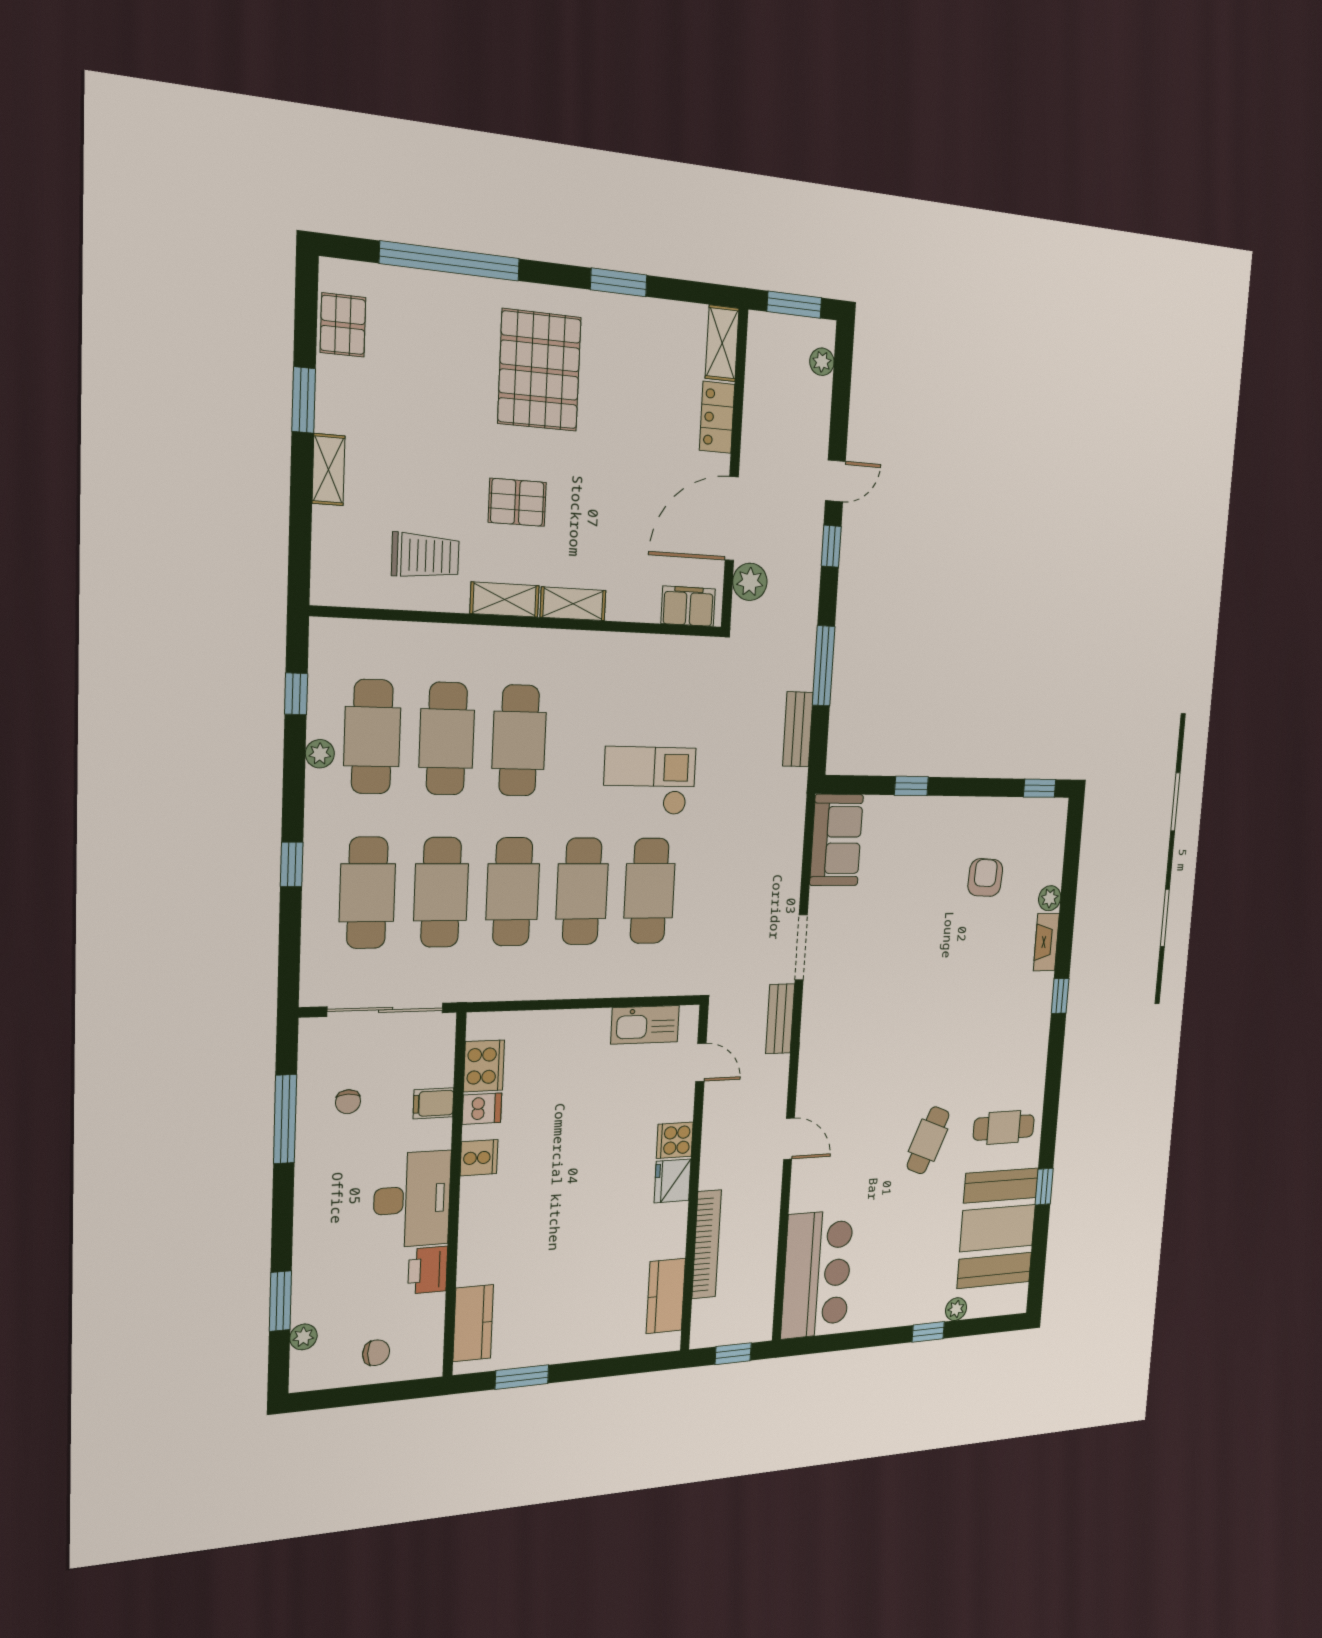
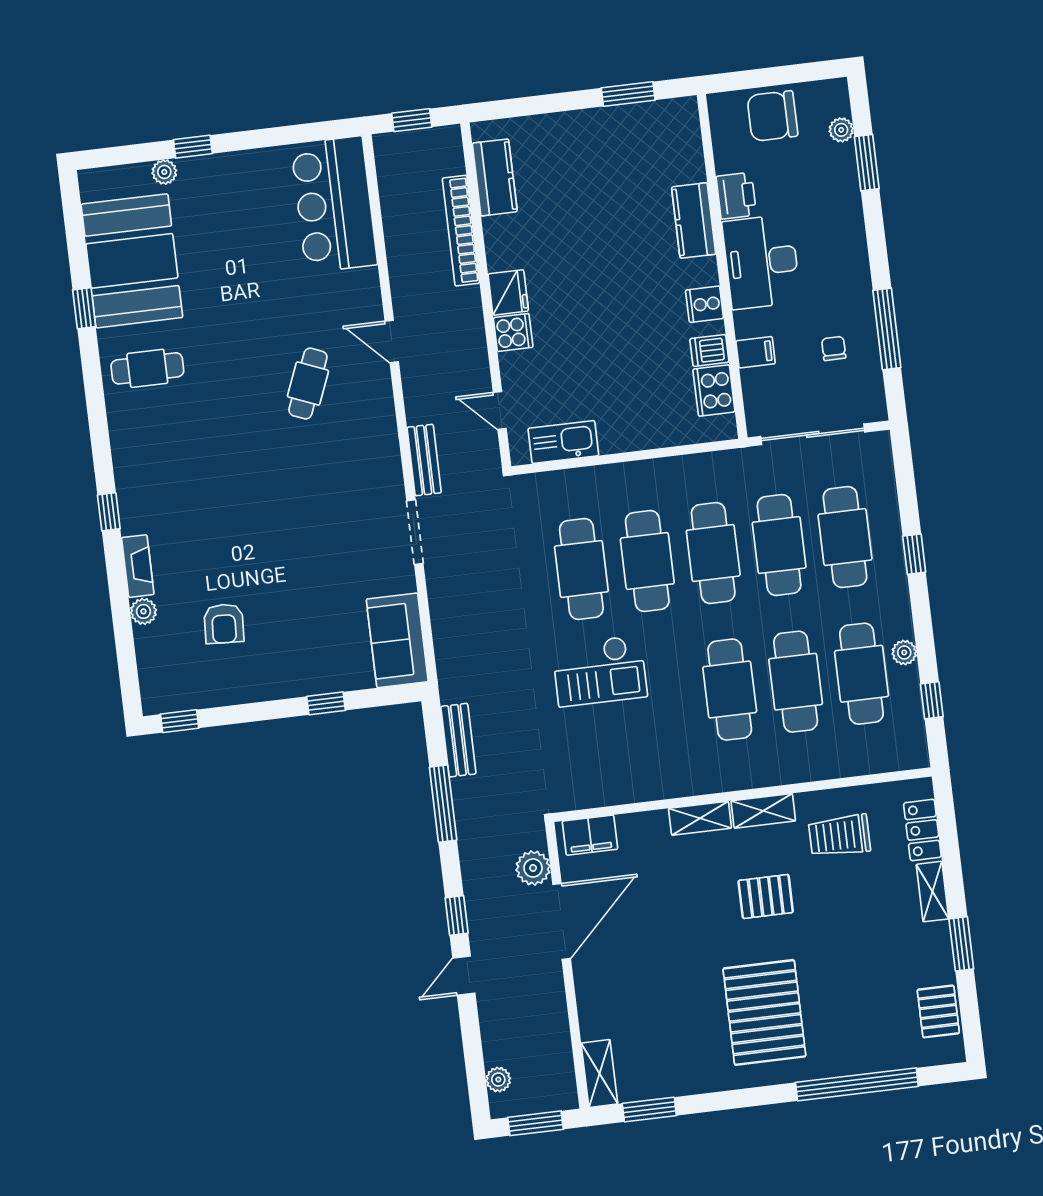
window: (619, 282) -> (649, 1110), moved
locker: (717, 417) -> (922, 830), moved, turned 180
cafe table: (928, 1140) -> (308, 384), moved
kitchen counter: (473, 1323) -> (694, 221), moved
chair: (376, 1353) -> (772, 116), width x1.87, depth x1.87

